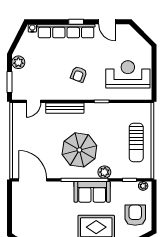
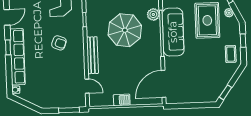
plant: (18, 62) -> (50, 102), removed
barbecue: (18, 136) -> (122, 100), added
parasol: (79, 150) -> (125, 30), moved
sofa: (92, 192) -> (173, 32), width x1.36

